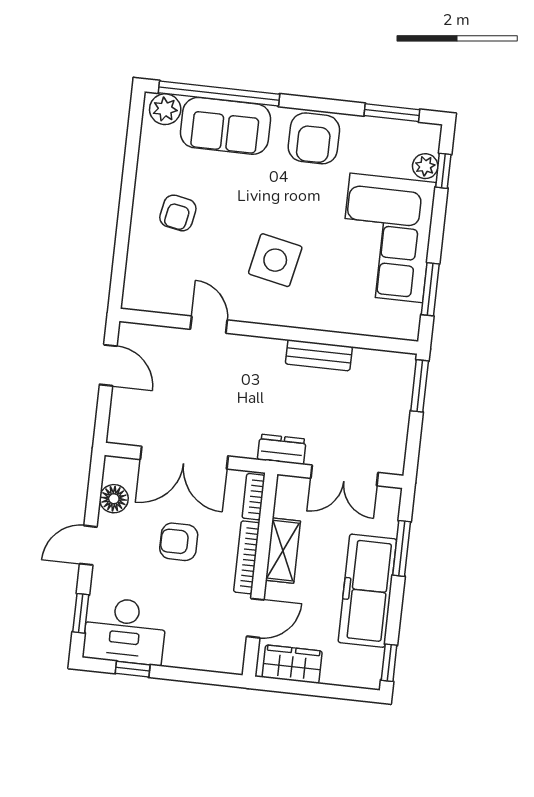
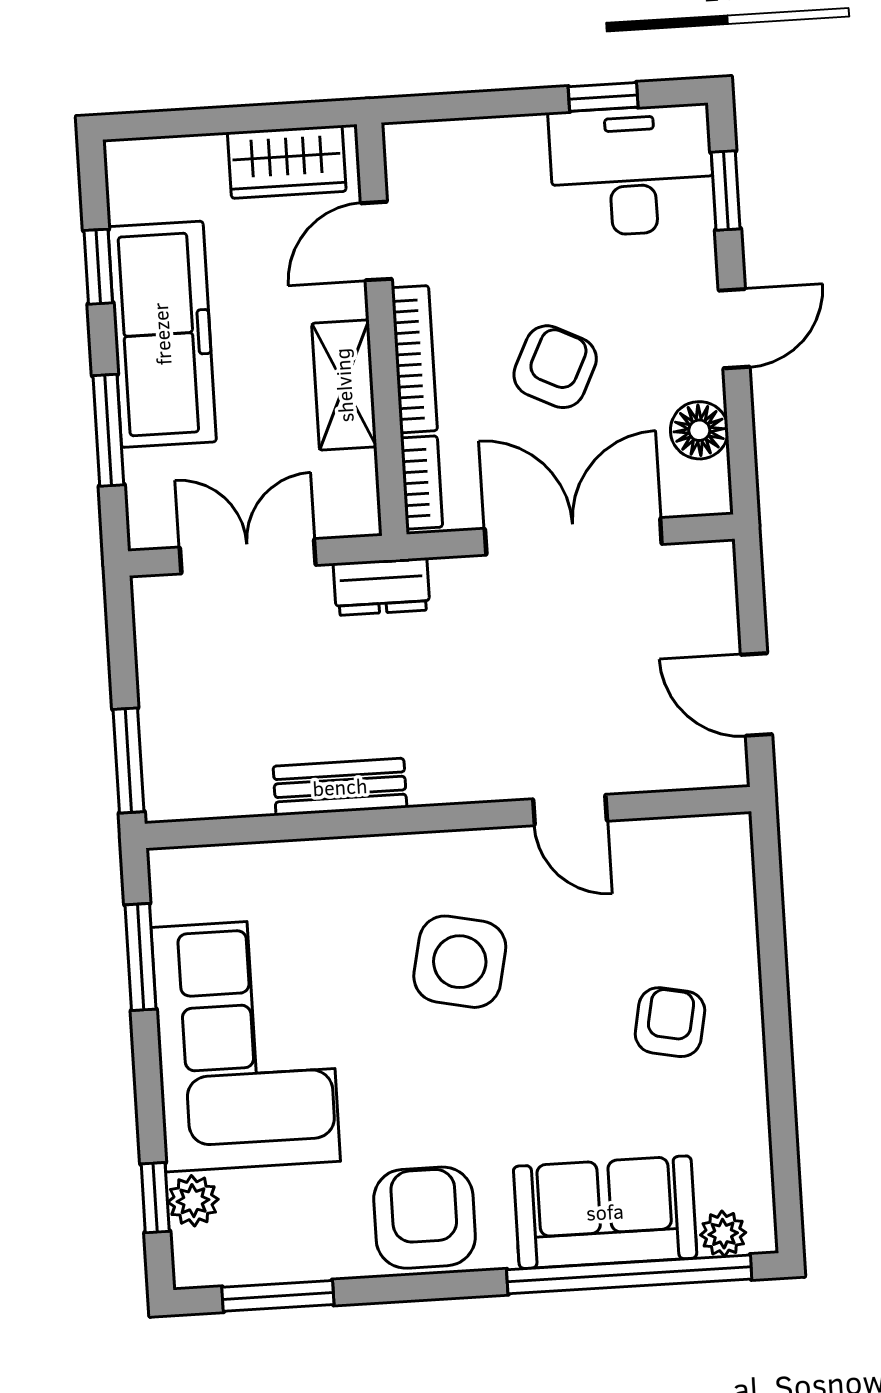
plant: (165, 109) -> (723, 1234), width x0.73, depth x0.73
armchair: (179, 542) -> (555, 367), turned -64
window: (389, 663) -> (98, 267), moved

